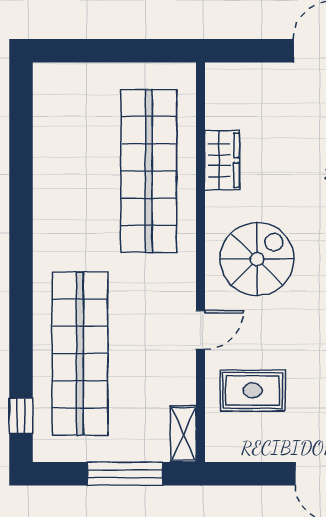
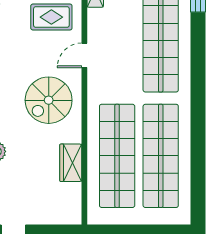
shop shelf: (80, 171) -> (161, 156), added

